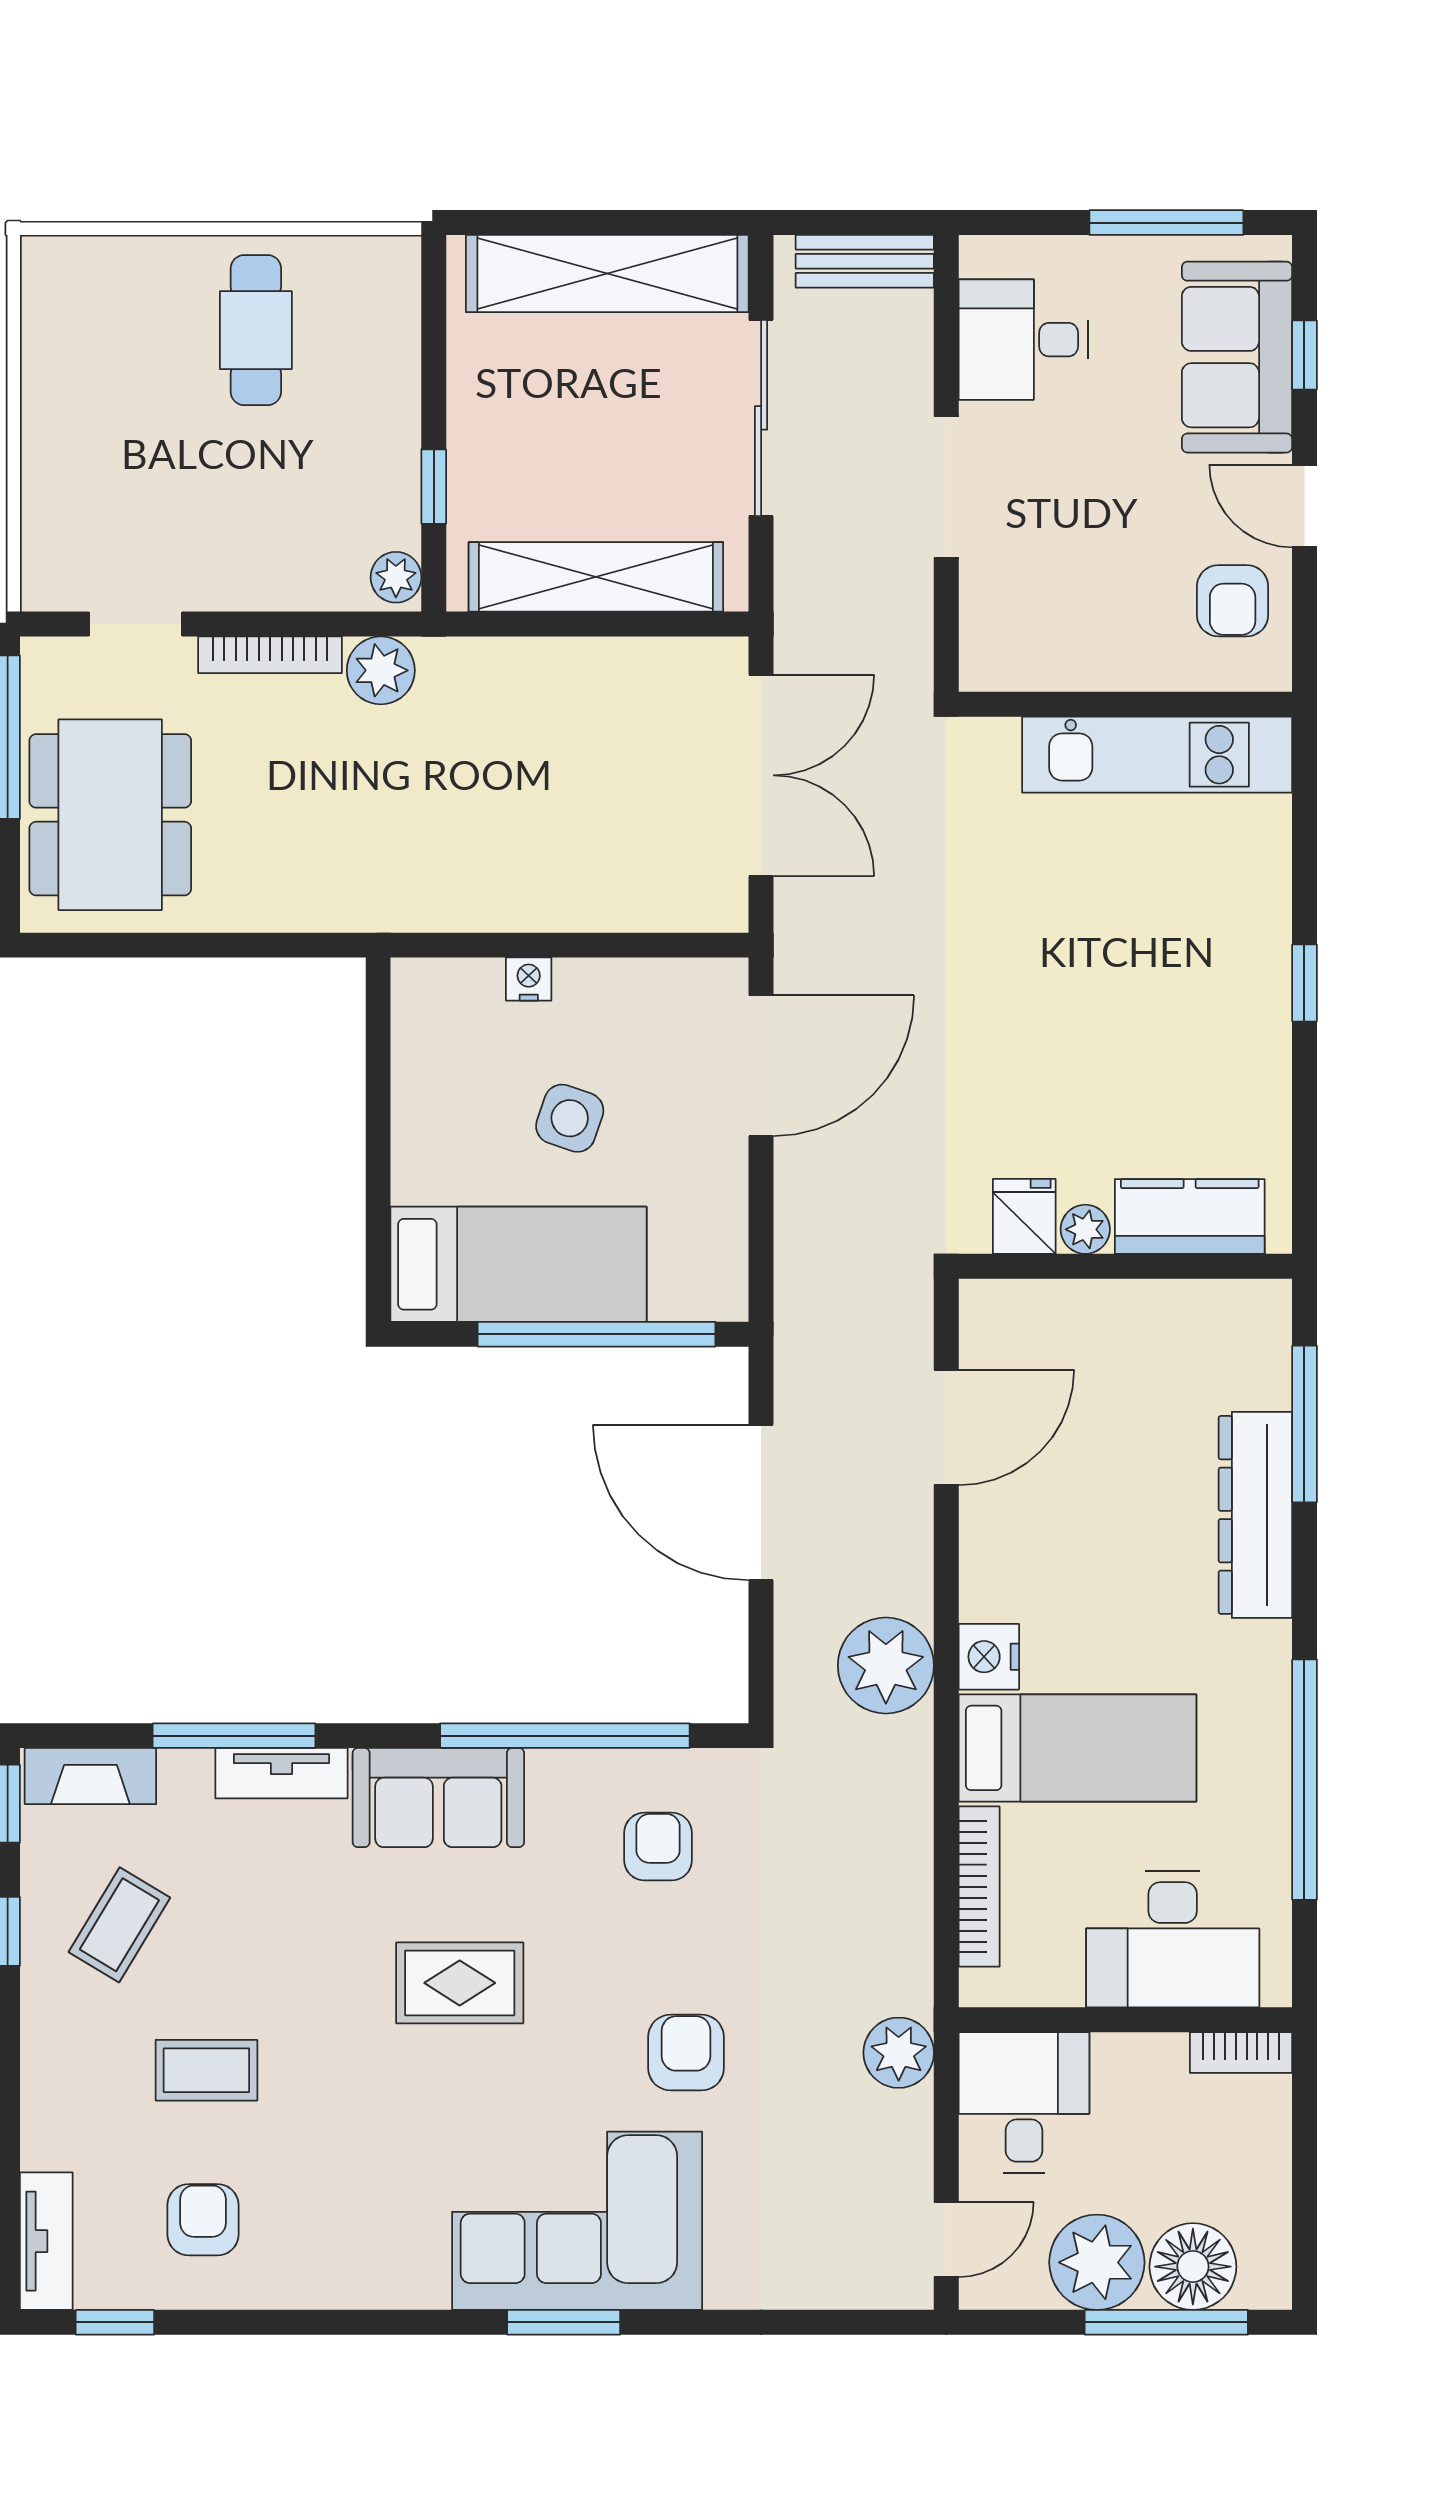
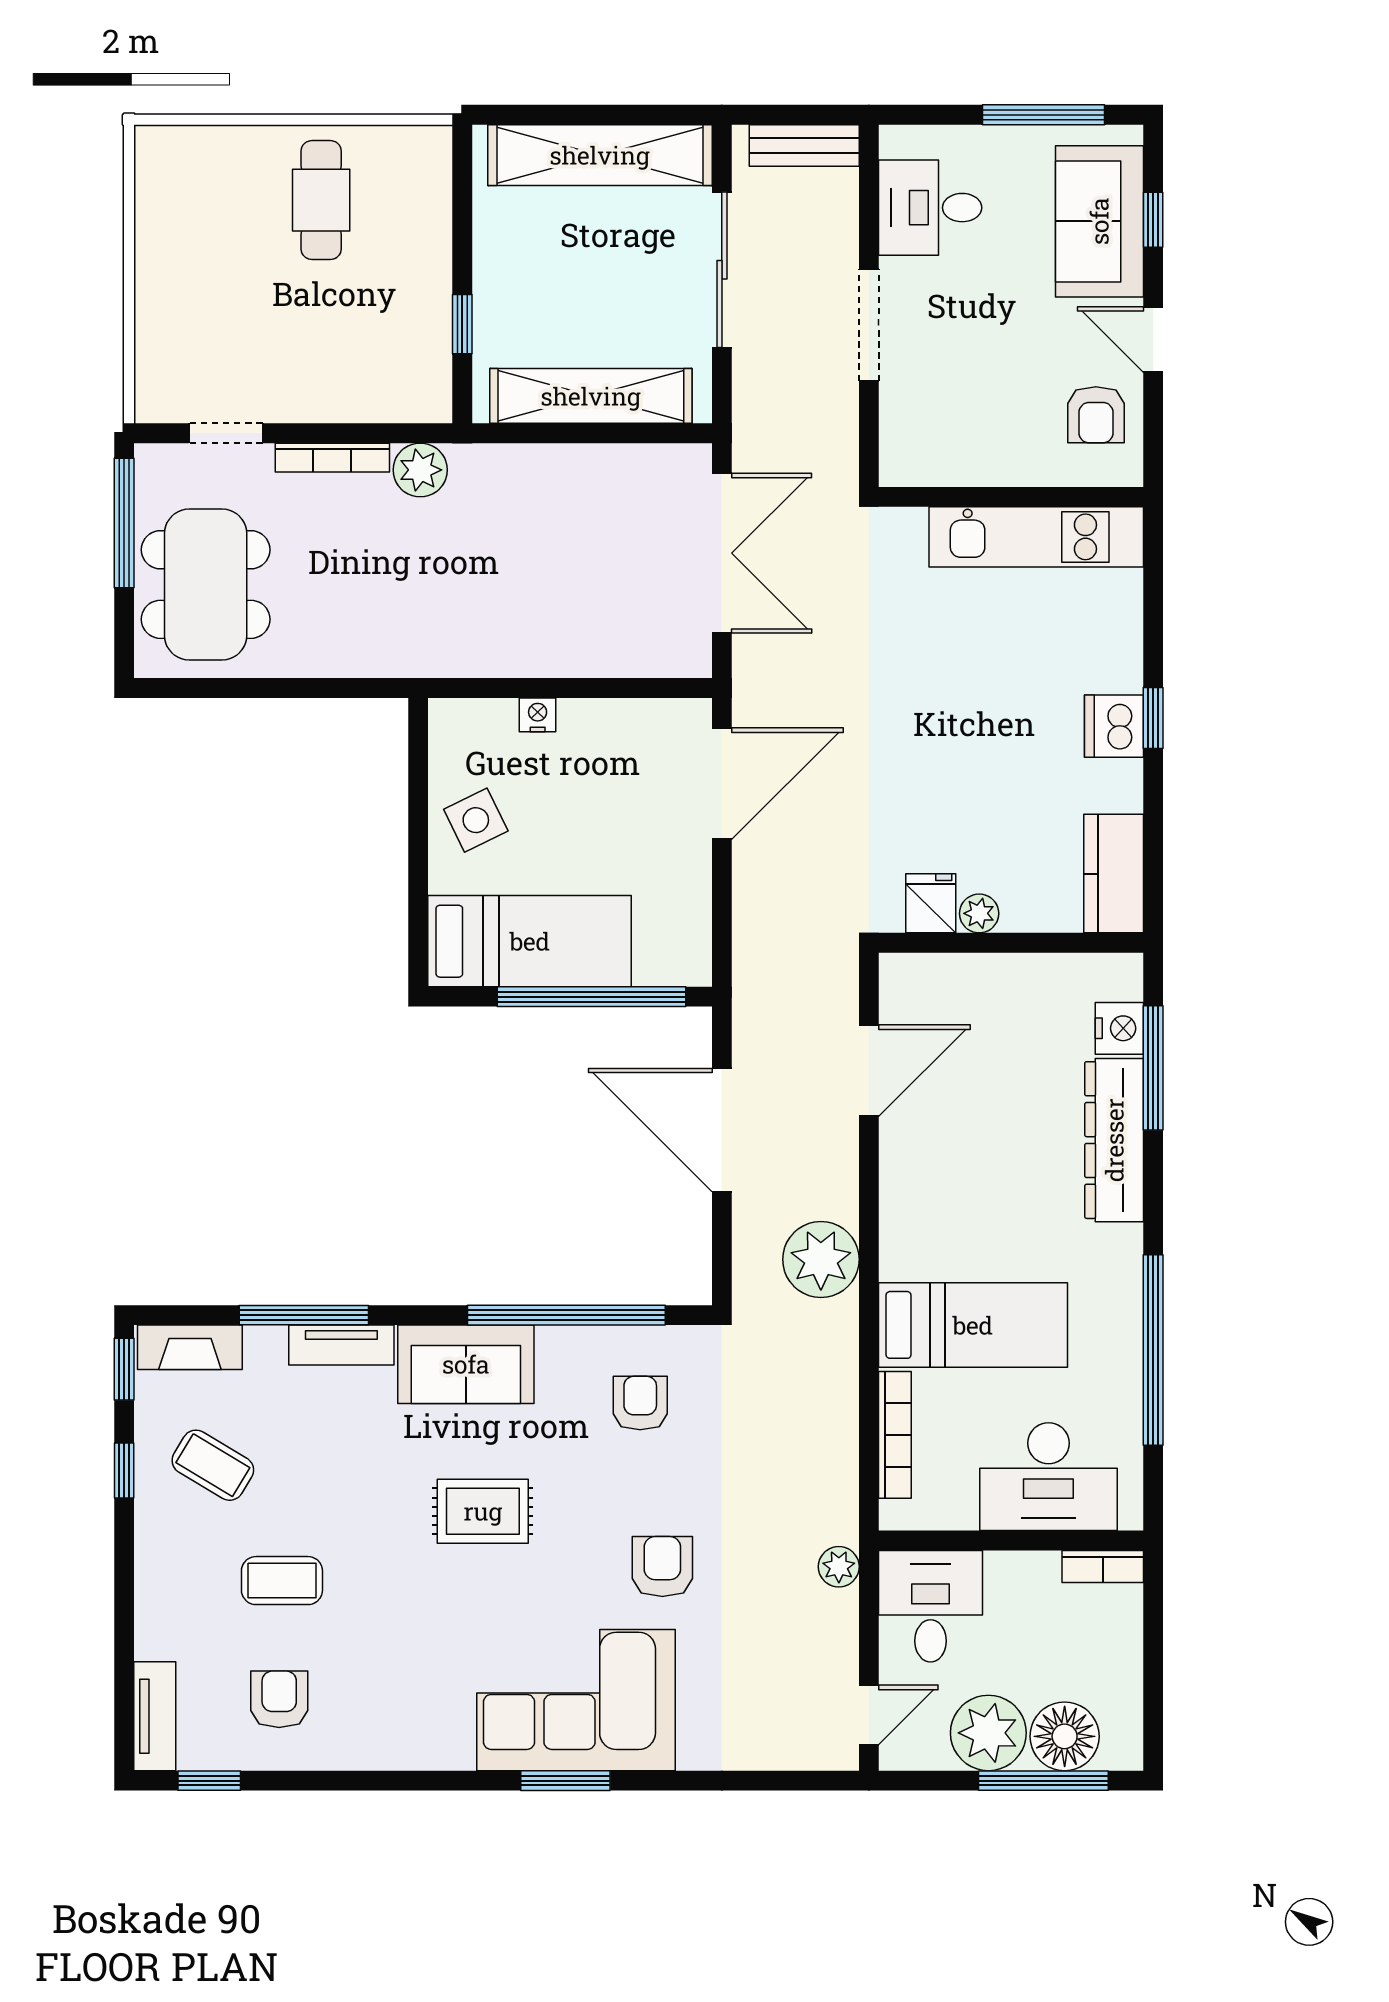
plant: (396, 577) -> (432, 396), removed
dishwasher: (1255, 993) -> (1114, 726), added
side table: (570, 1118) -> (476, 820), moved, turned 45
kitchen counter: (1190, 1216) -> (1114, 874), moved, turned -90
nightstand: (989, 1657) -> (1119, 1028), moved, turned 180
coffee table: (119, 1925) -> (213, 1465), turned 90
plant: (899, 2053) -> (839, 1567), width x0.73, depth x0.73

